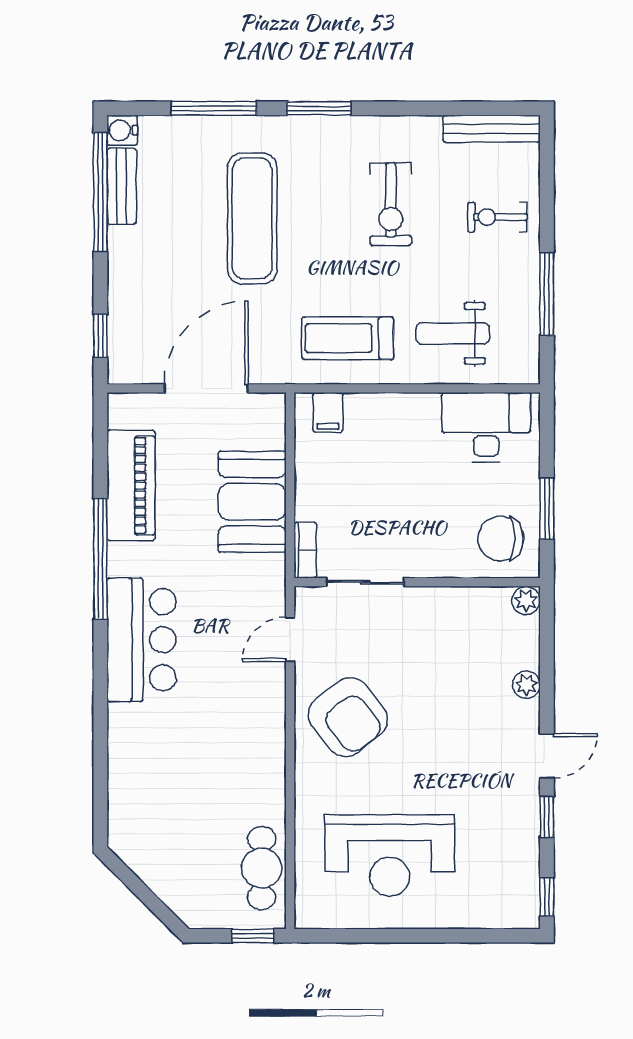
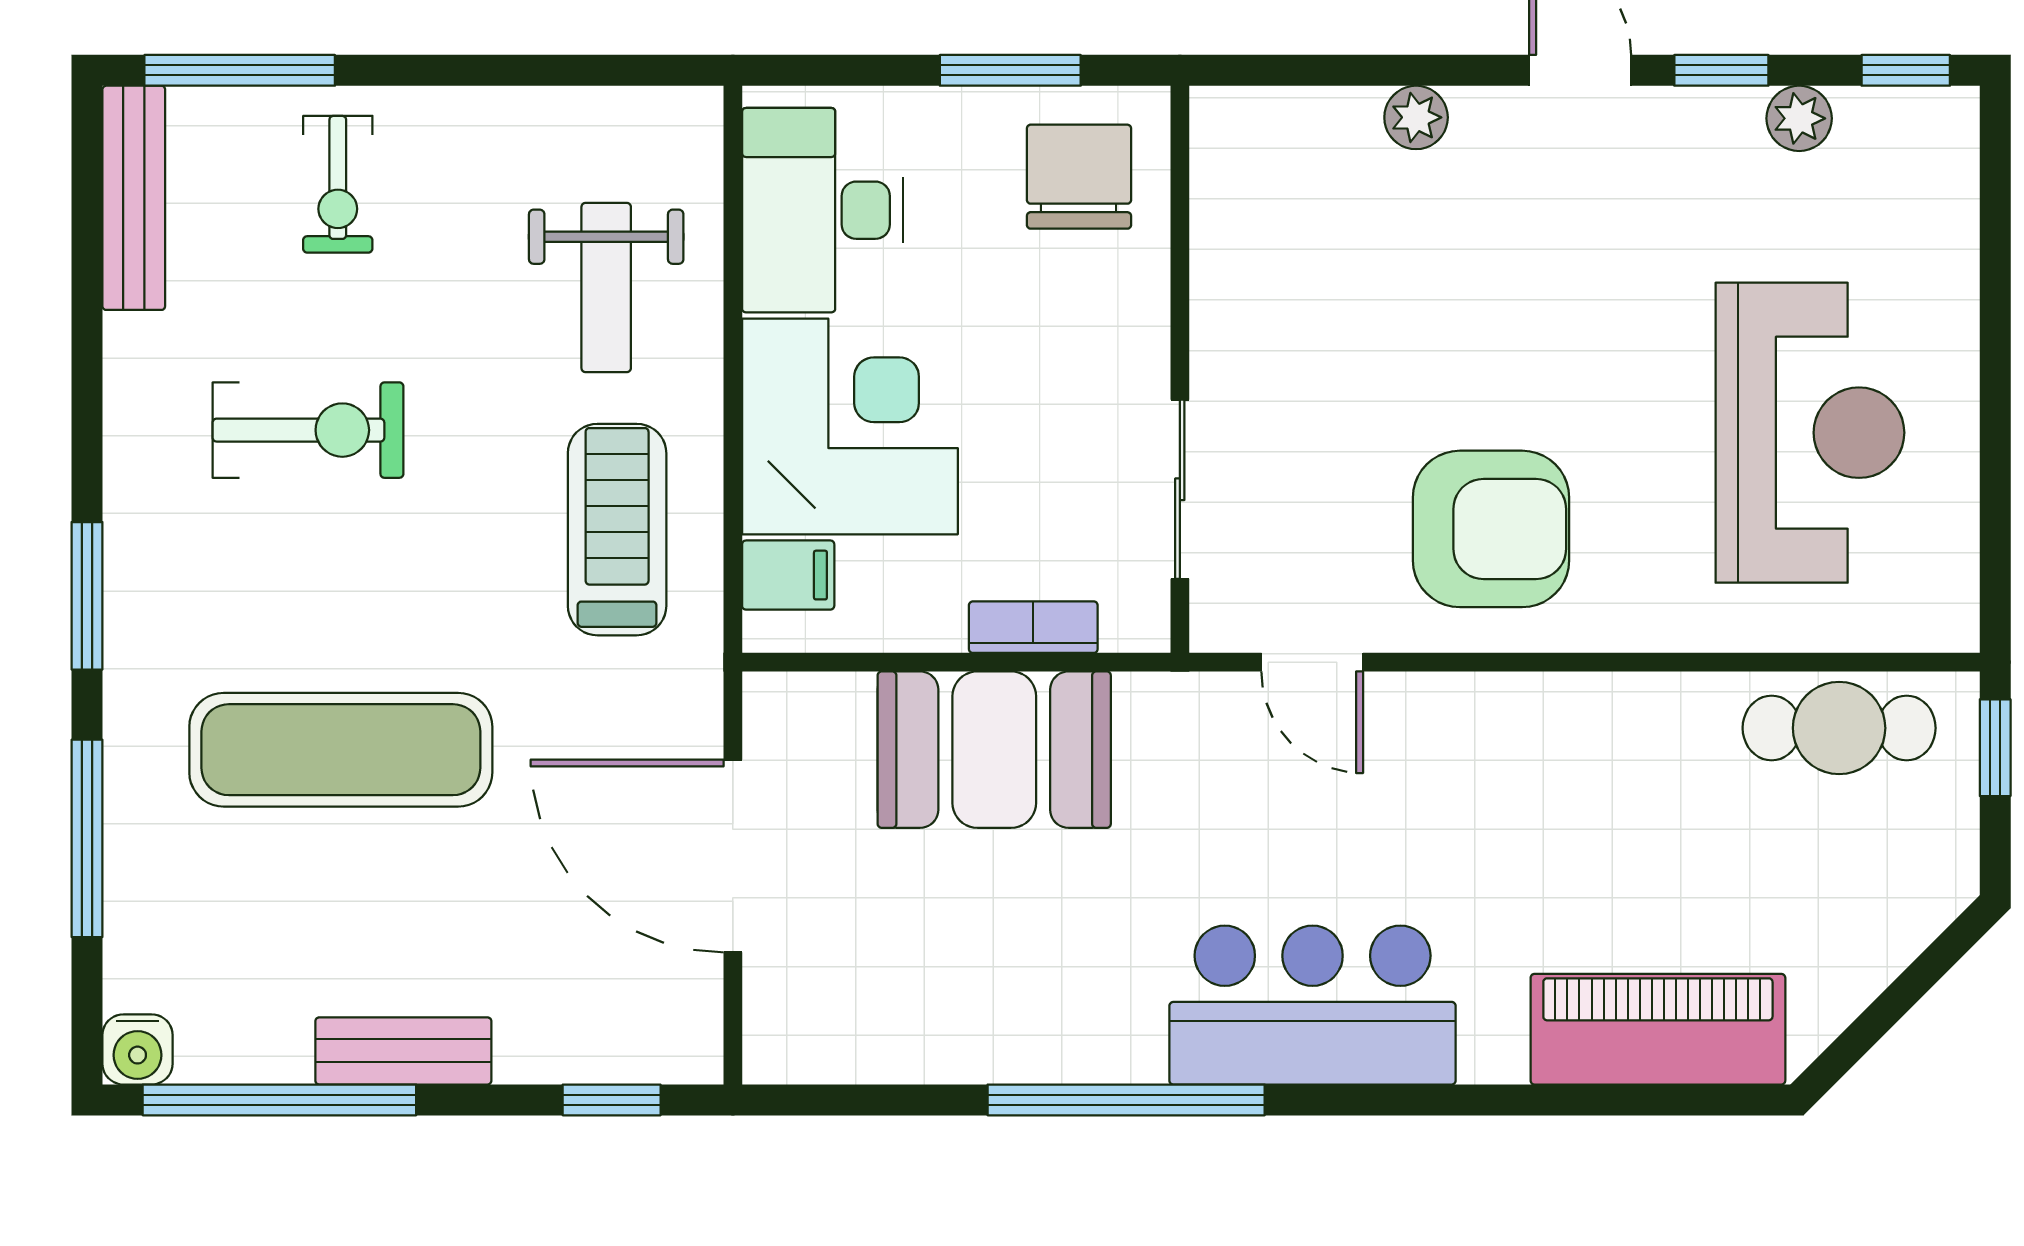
bench: (122, 186) -> (403, 1051), moved
window: (547, 294) -> (240, 70), moved
treadmill: (348, 338) -> (617, 530), turned 180
corner desk: (392, 439) -> (850, 426), added
piano: (131, 485) -> (1658, 1029), moved
chair: (501, 538) -> (1079, 177), turned 180
bookcase: (305, 550) -> (1033, 627), moved
plant: (526, 600) -> (1799, 118), moved
armchair: (348, 717) -> (1491, 529), turned 38

